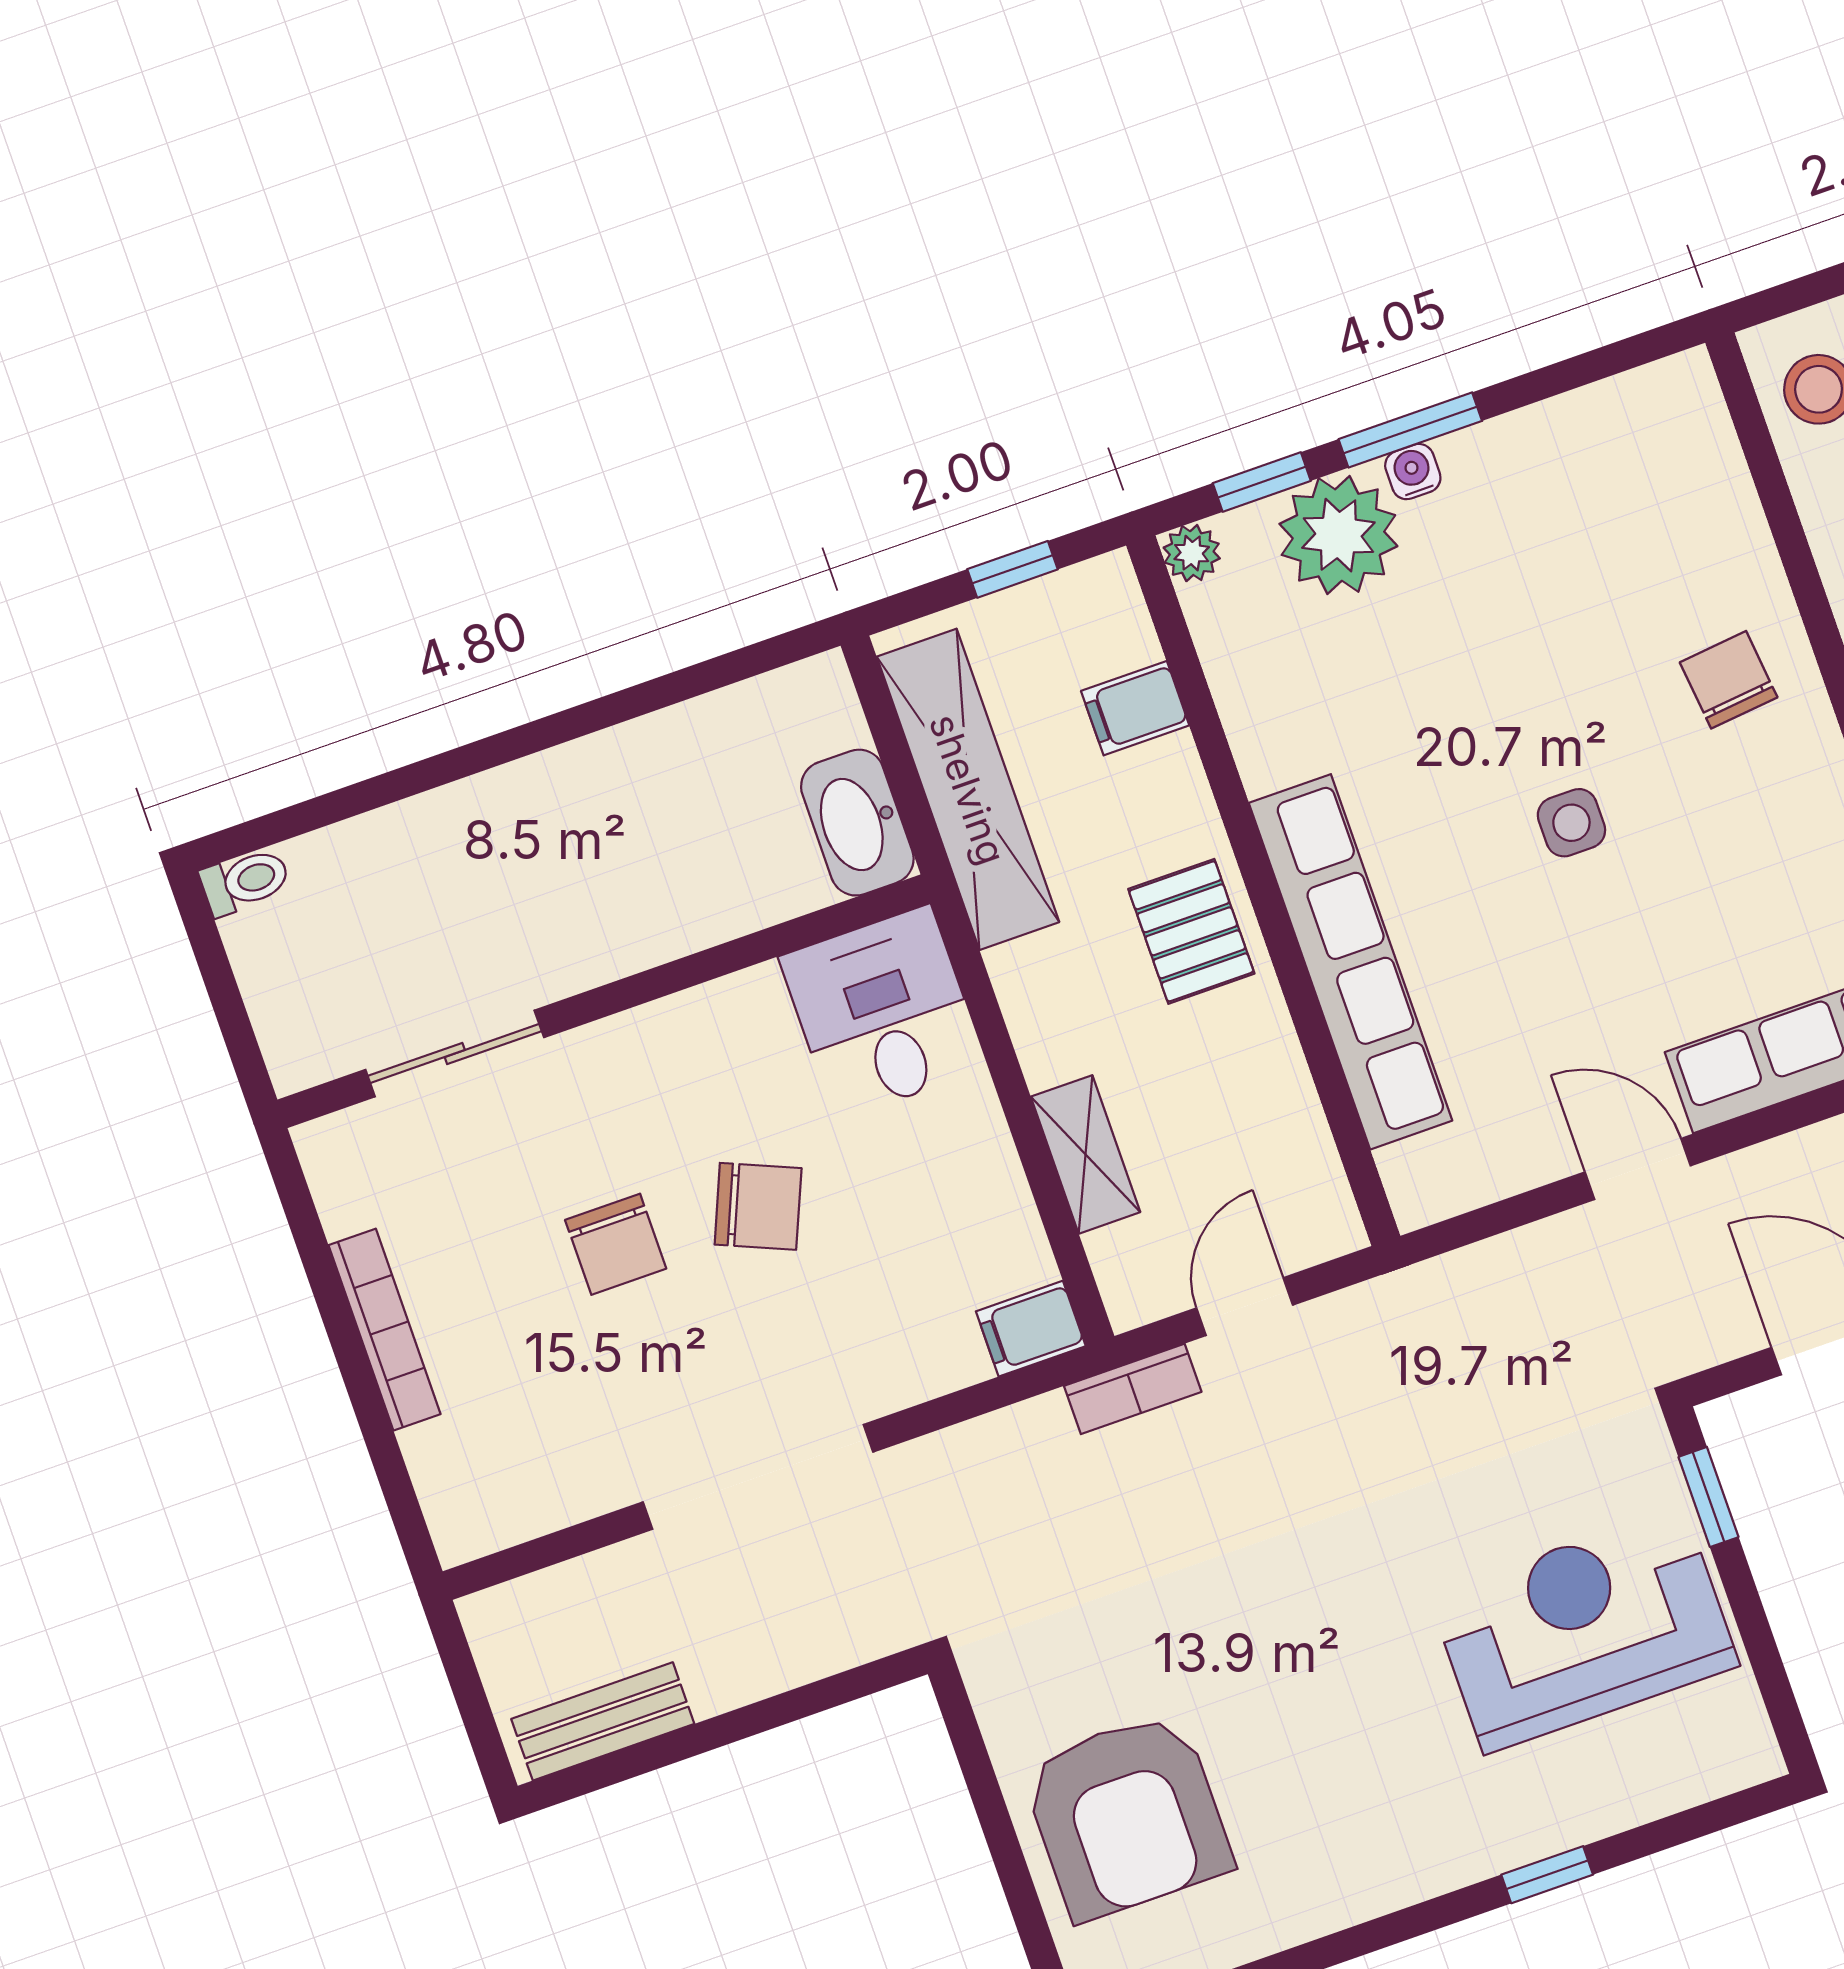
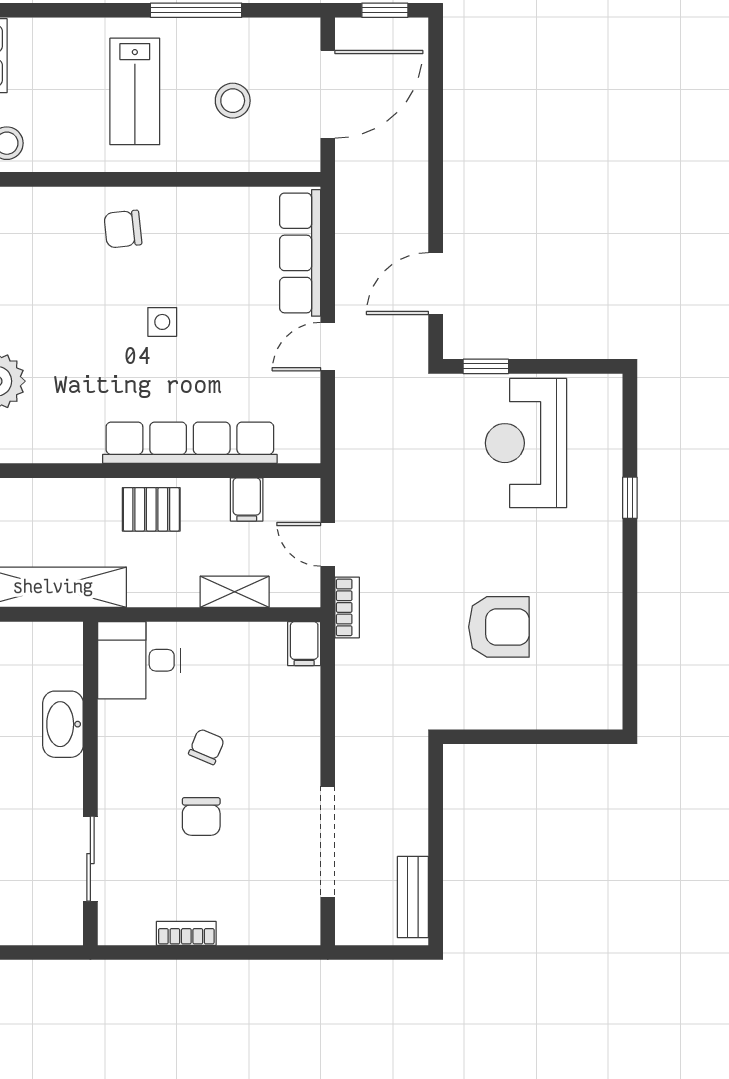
filing cabinet: (1135, 708) -> (247, 499), moved
washbasin: (857, 823) -> (63, 724), moved, turned 90
chair: (758, 1206) -> (206, 747), width x0.73, depth x0.73
chair: (616, 1244) -> (201, 816), turned 90
bookcase: (385, 1330) -> (186, 933), width x0.64
doorway: (758, 1477) -> (328, 842), moved
armchair: (1127, 1816) -> (499, 627), moved, width x0.73, depth x0.73

